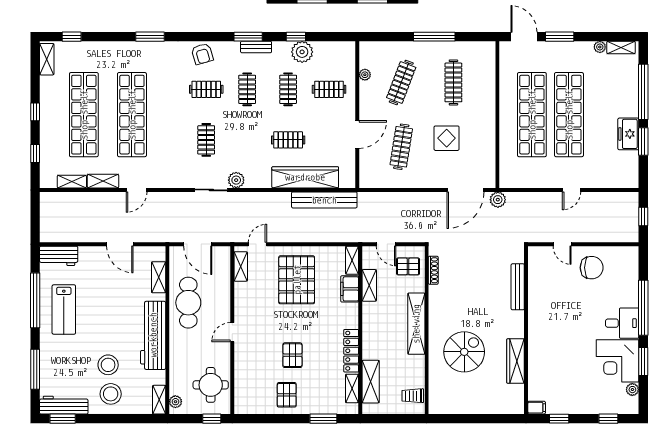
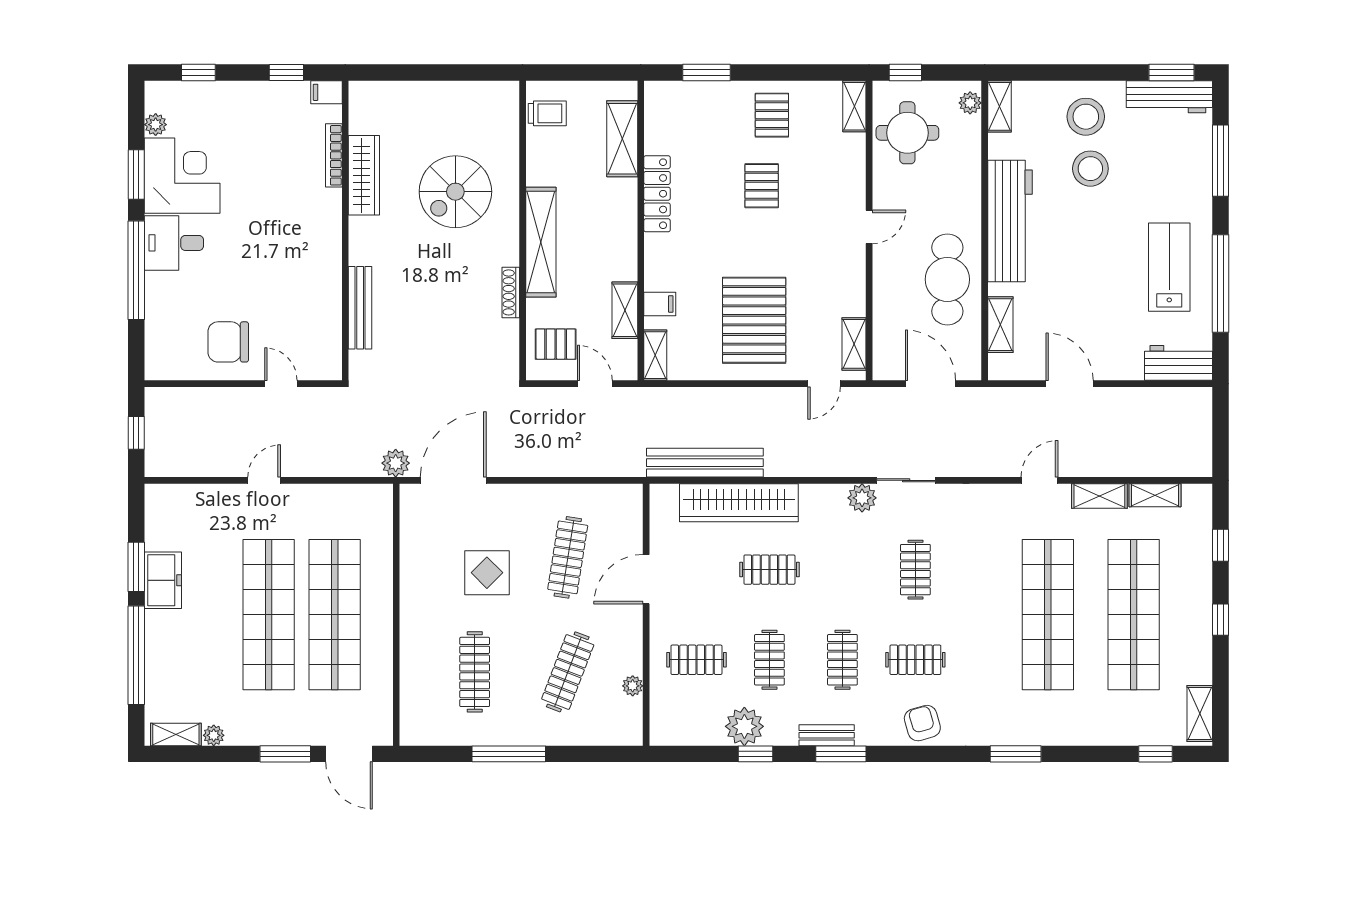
shoe rack: (433, 270) -> (511, 292), moved
filing cabinet: (350, 289) -> (660, 304), width x0.50
bookcase: (532, 372) -> (334, 155), added
shelving: (352, 388) -> (854, 106), moved

